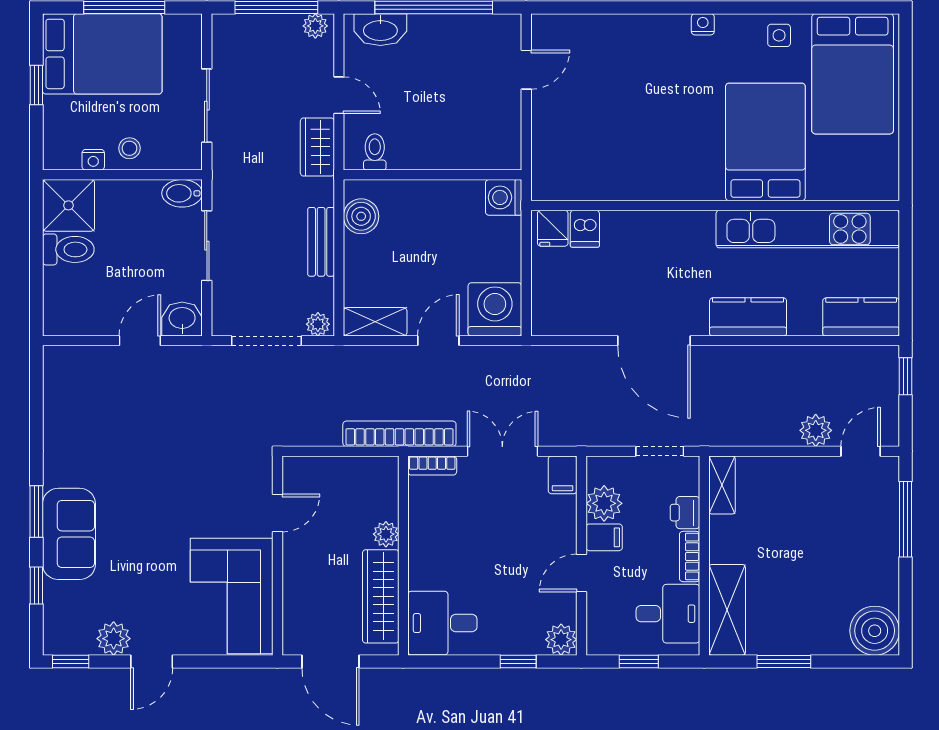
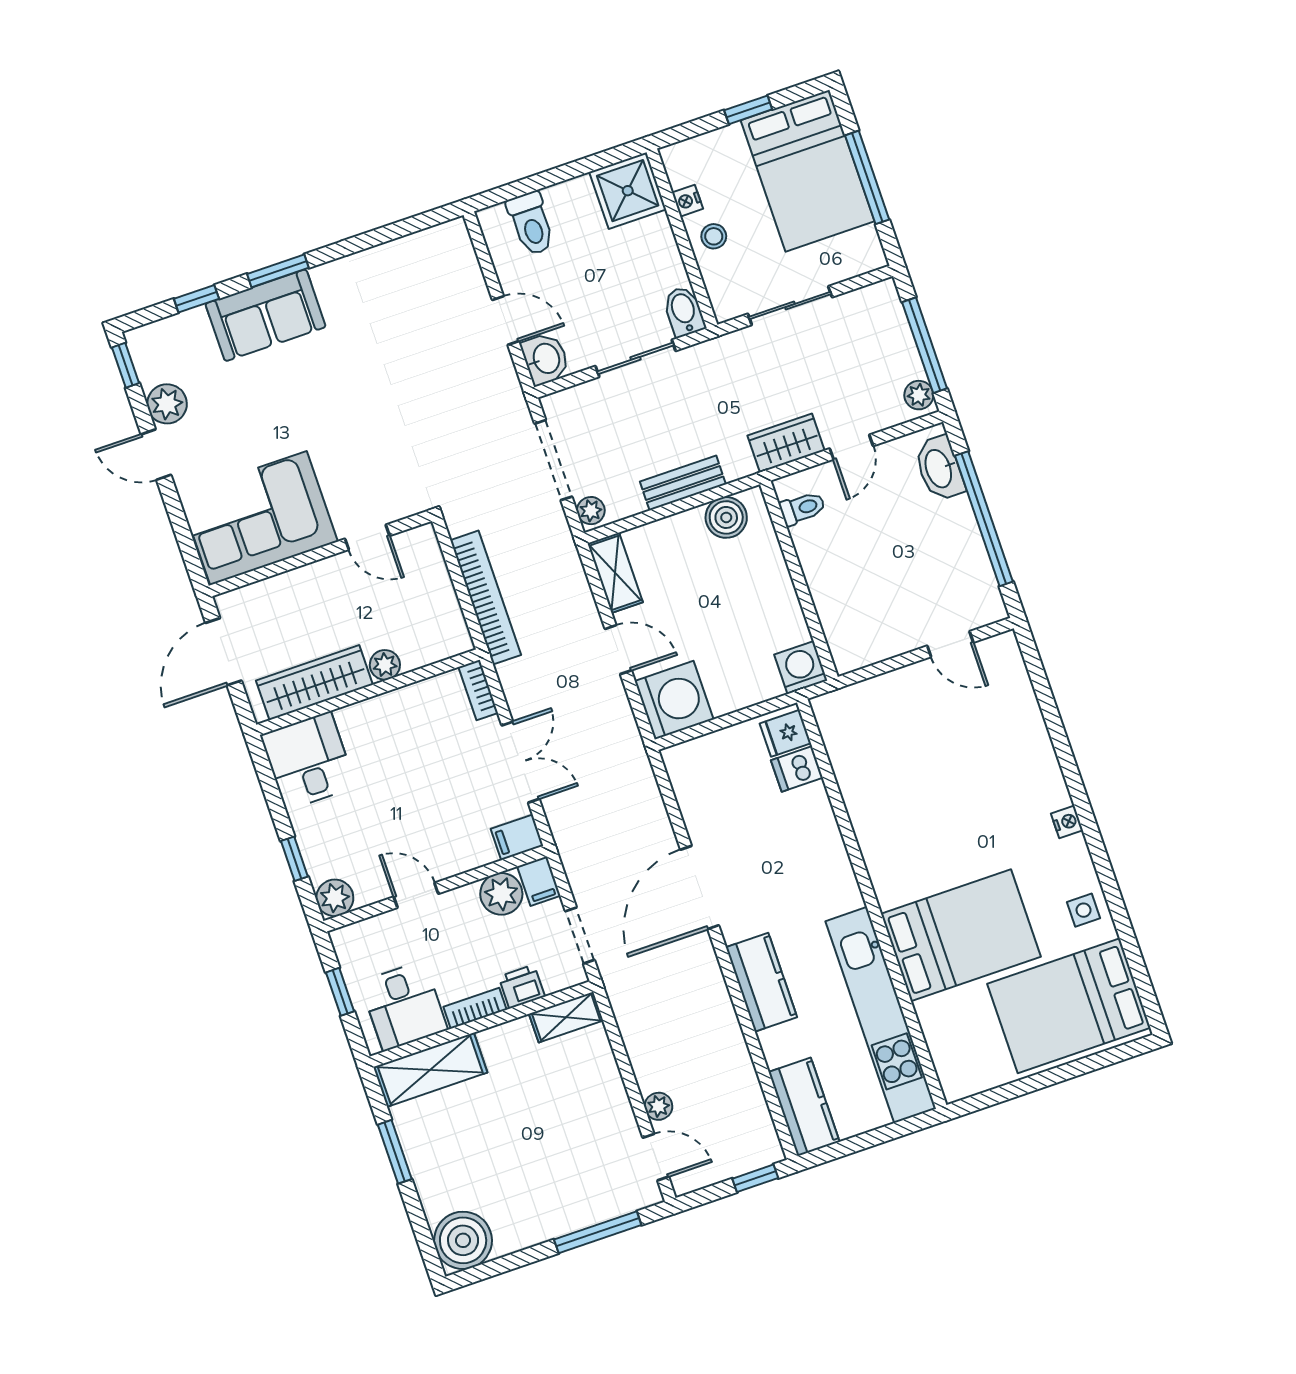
toilet: (68, 249) -> (531, 223), moved
plant: (816, 430) -> (658, 1106), width x0.73, depth x0.73
bookcase: (399, 434) -> (486, 598), moved
filing cabinet: (604, 537) -> (539, 881), moved

